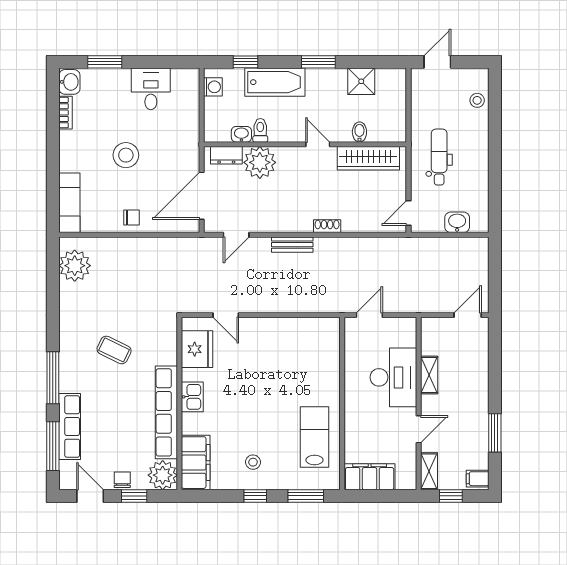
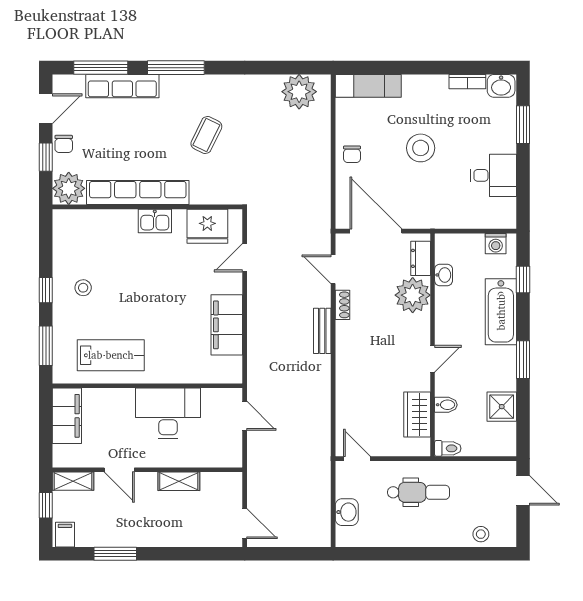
toilet: (260, 130) -> (448, 448), moved
wardrobe: (368, 158) -> (417, 415), width x0.67
shoe rack: (327, 226) -> (342, 305), moved
desk: (393, 377) -> (168, 413), moved, turned 180
filing cabinet: (196, 463) -> (227, 325), moved, turned 90
chair: (122, 480) -> (64, 144), turned 90

